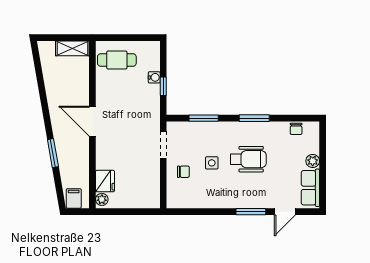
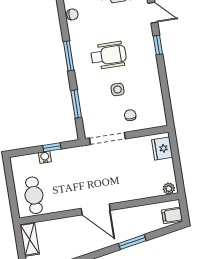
door: (92, 121) -> (96, 209), hinge flipped
doorway: (163, 145) -> (107, 138), width x1.38
wheelchair: (248, 159) -> (108, 55), turned 90
fridge: (105, 181) -> (162, 149), moved, turned -90
window: (251, 212) -> (158, 45), width x0.67

